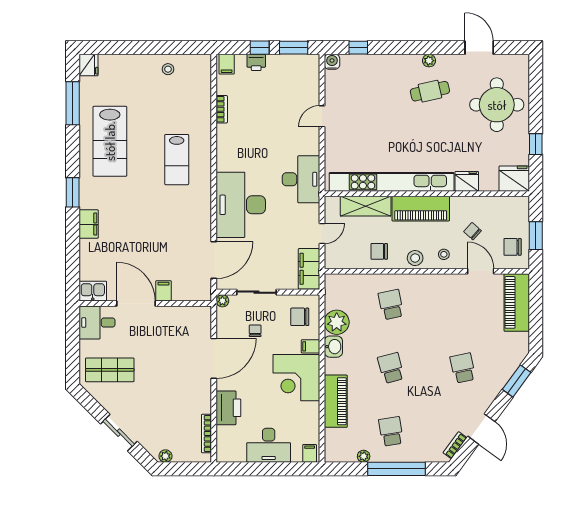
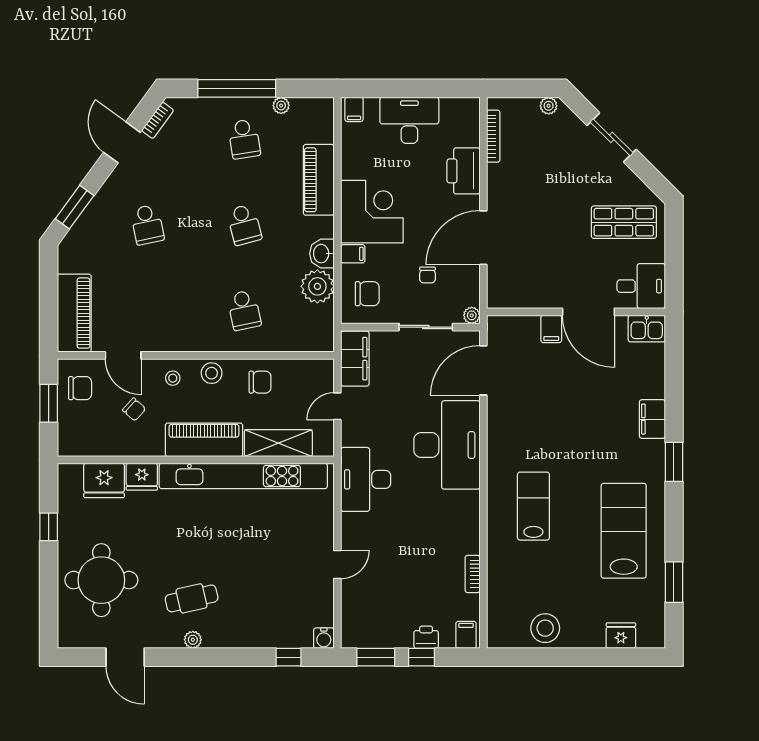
fridge: (88, 65) -> (621, 636), moved, turned 90
stool: (168, 69) -> (545, 628), width x1.89, depth x1.89
window: (73, 103) -> (674, 582), width x0.69
fridge: (514, 179) -> (104, 480), moved

